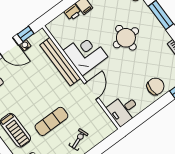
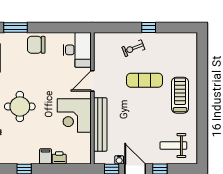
round table: (126, 38) -> (20, 107), moved
desk: (124, 110) -> (77, 50), width x1.37

